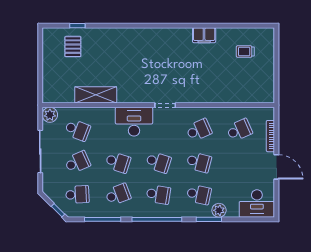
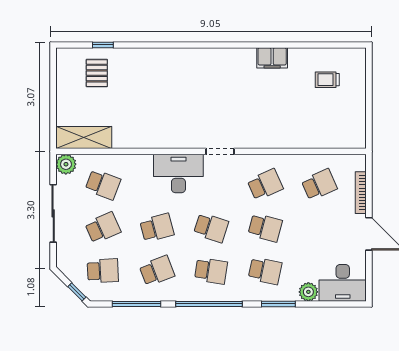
shelving: (96, 95) -> (84, 138), moved
school desk: (118, 162) -> (157, 228), turned -33
plant: (219, 210) -> (308, 292), moved

